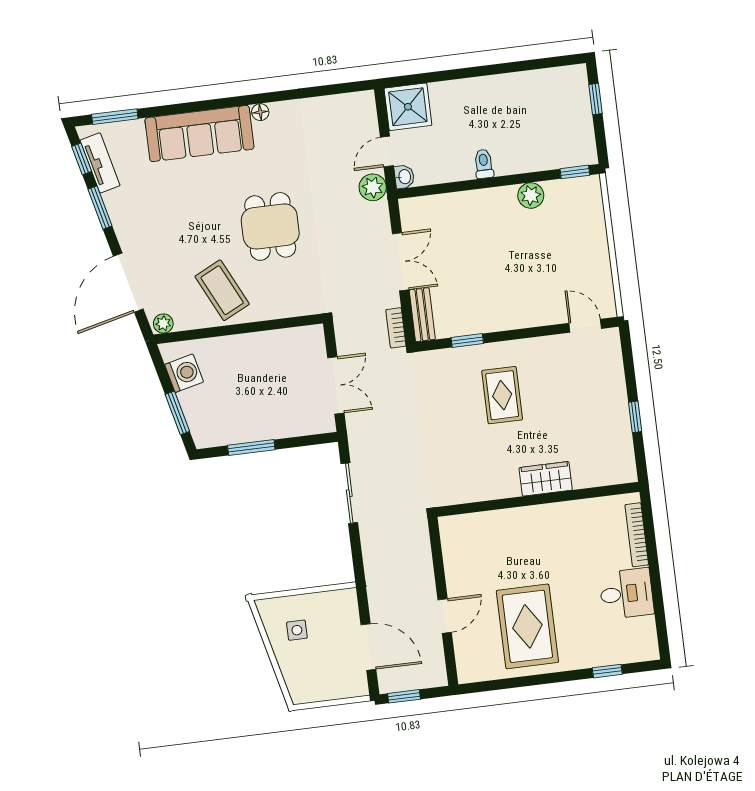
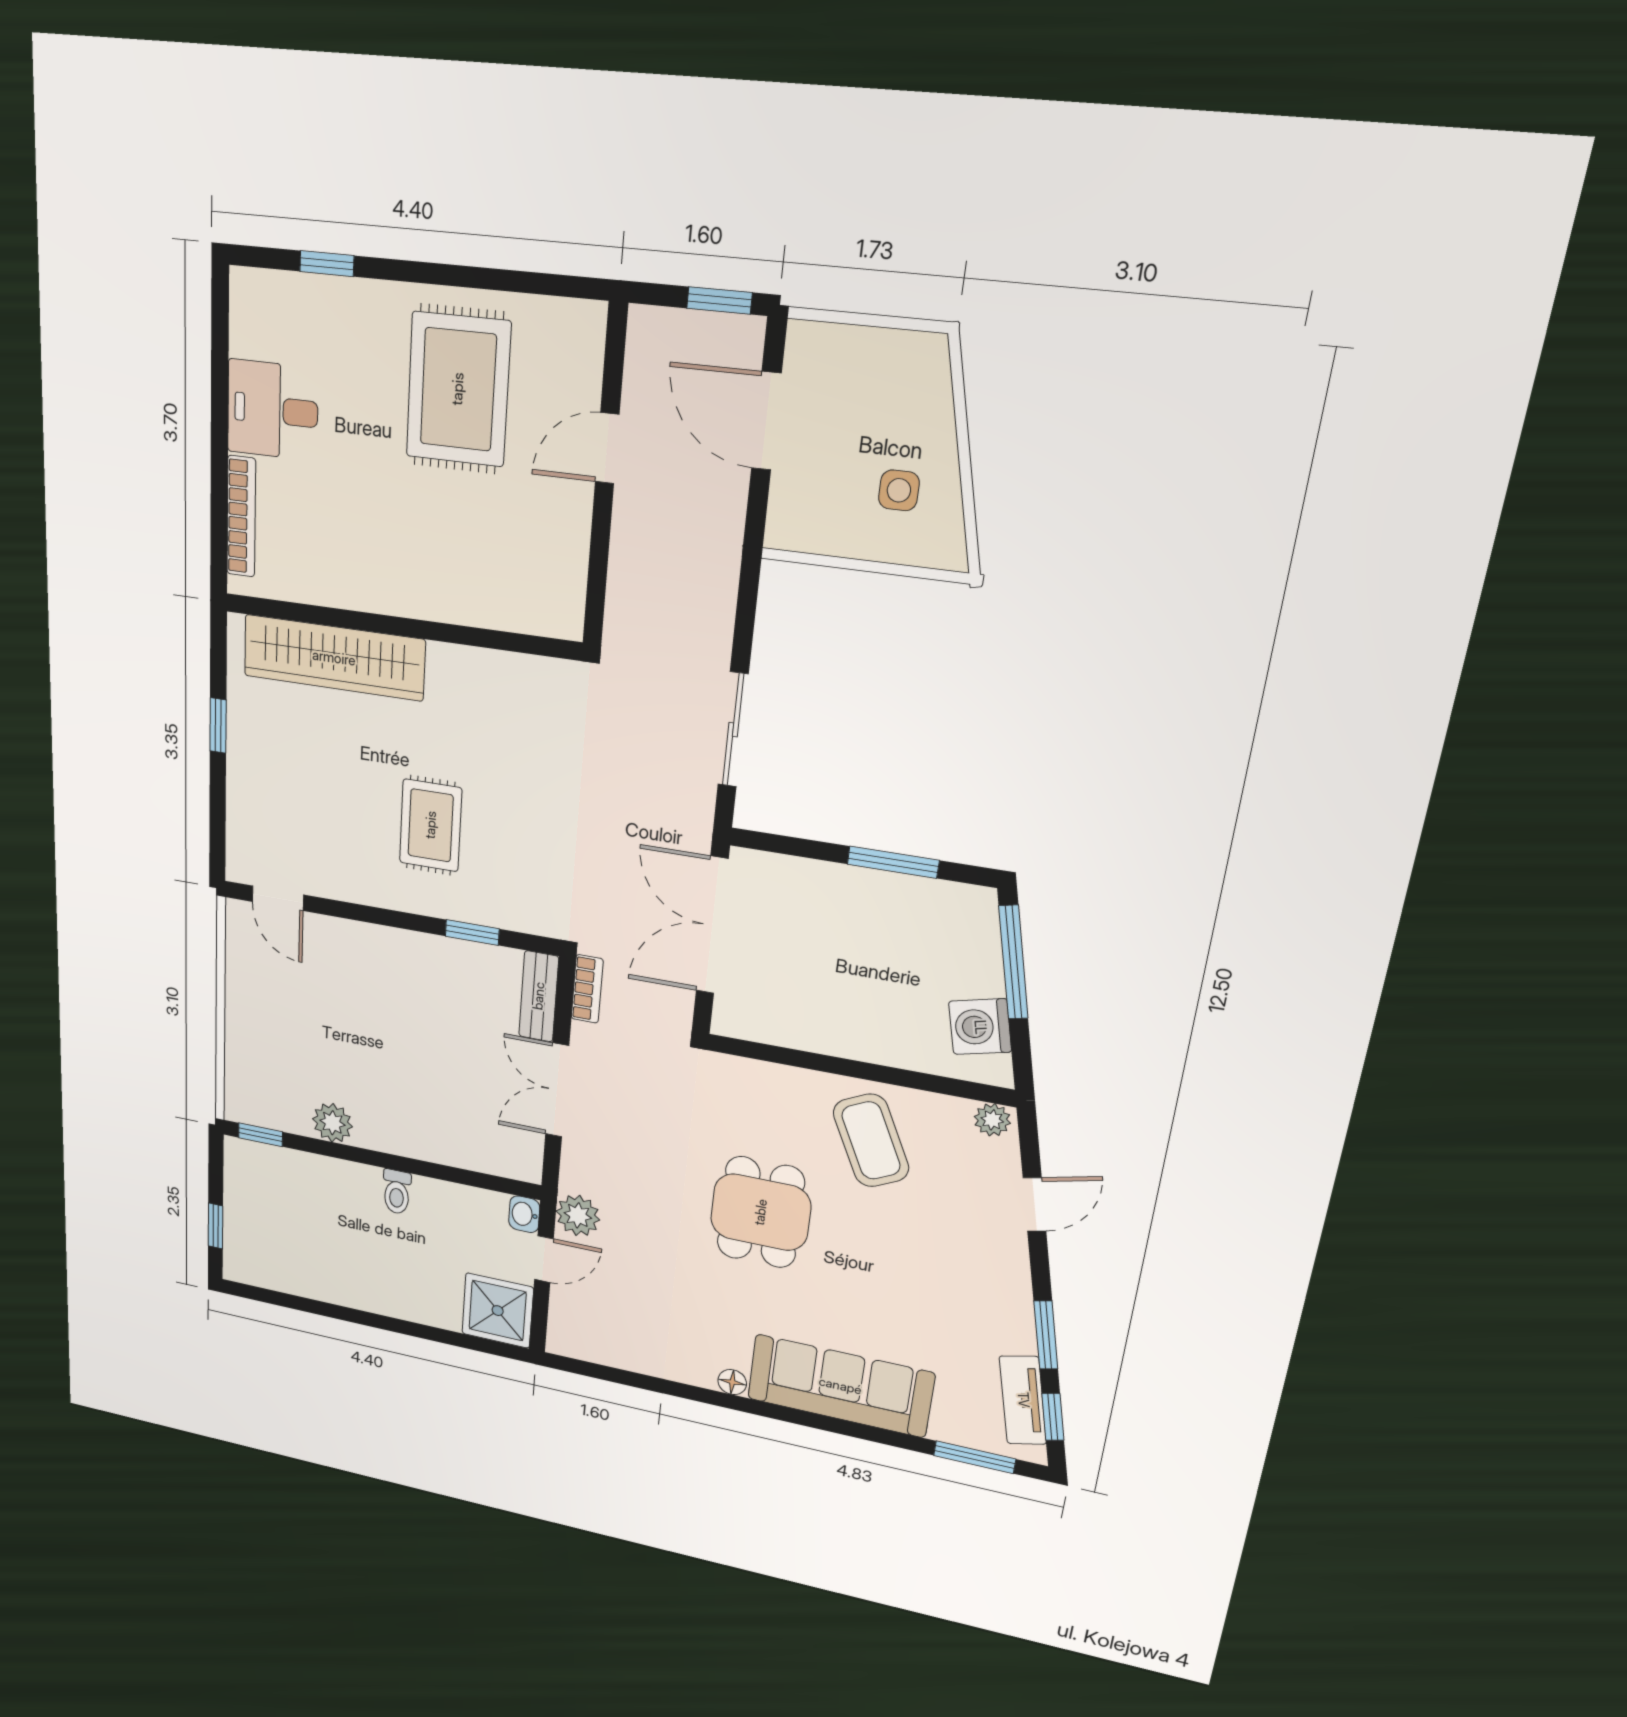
door: (128, 283) -> (1034, 1205), width x0.53
double door: (336, 385) -> (712, 925), width x1.37
window: (177, 413) -> (1013, 962), width x1.44
wardrobe: (546, 479) -> (334, 658), width x2.10, depth x1.17

